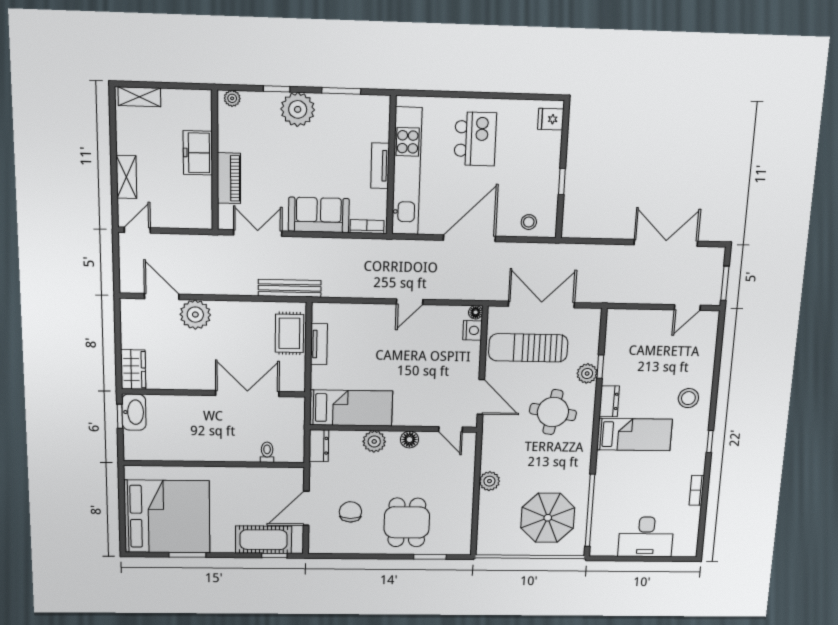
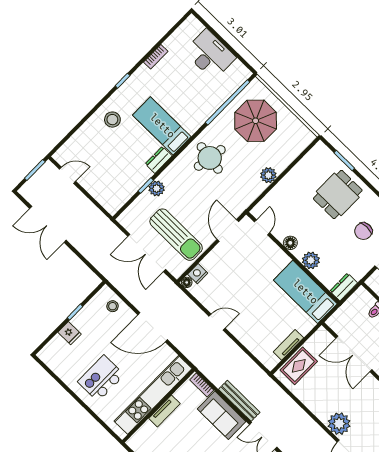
fridge: (551, 119) -> (70, 333), moved
bench: (290, 288) -> (239, 401), moved
round table: (553, 412) -> (210, 158), moved

